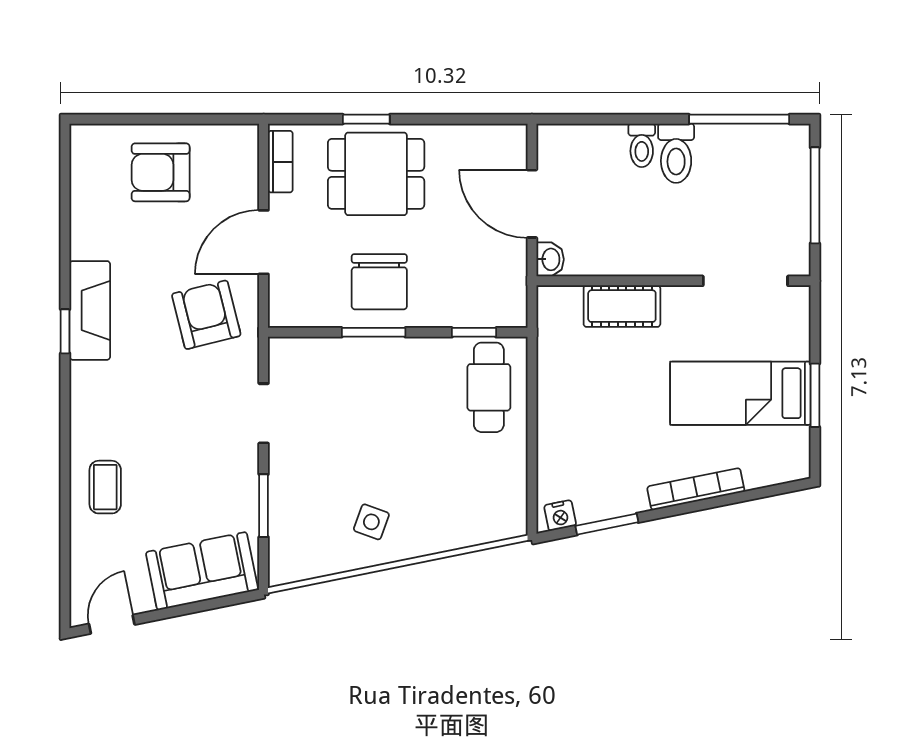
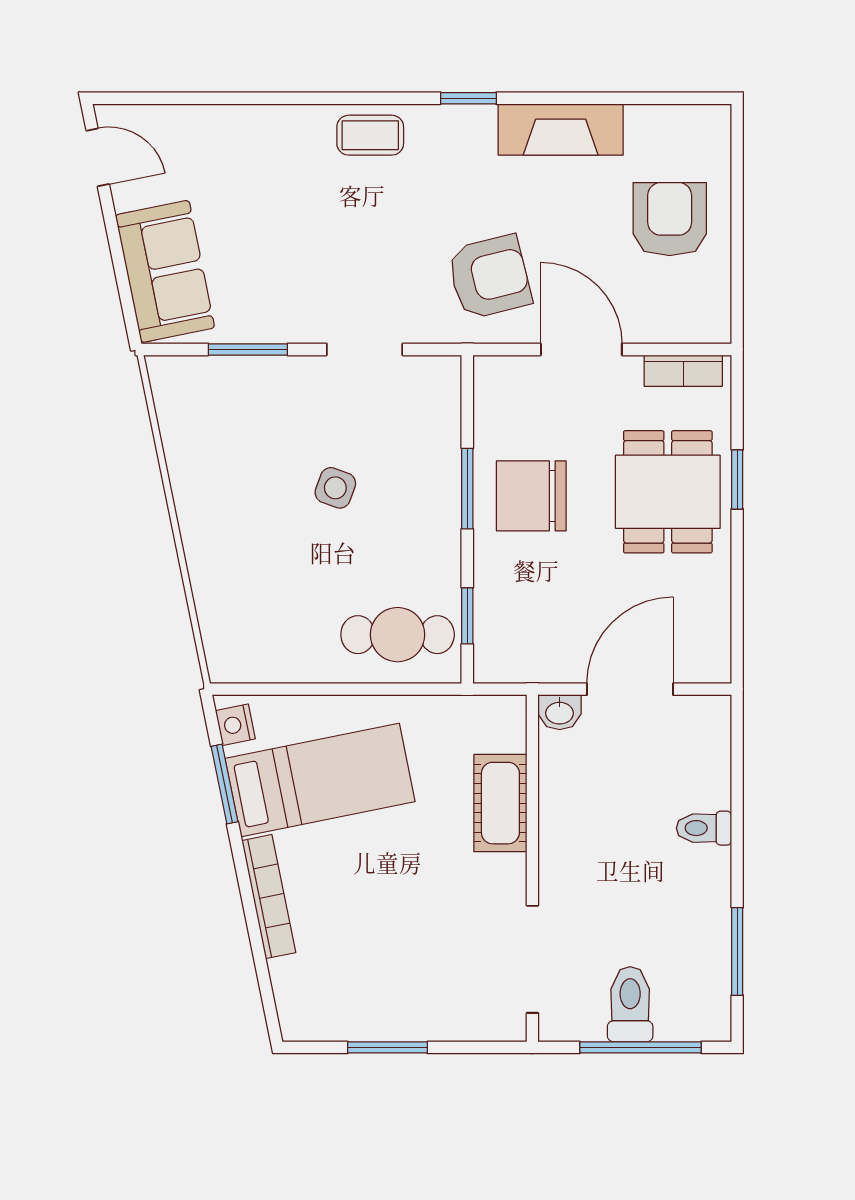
window: (739, 119) -> (737, 951), width x0.69
toilet: (676, 153) -> (630, 1004), moved, turned 90
fireplace: (90, 310) -> (561, 130), moved
bed: (740, 393) -> (320, 780), moved, turned 79
coffee table: (105, 487) -> (370, 135), moved
side table: (371, 522) -> (335, 488), moved

